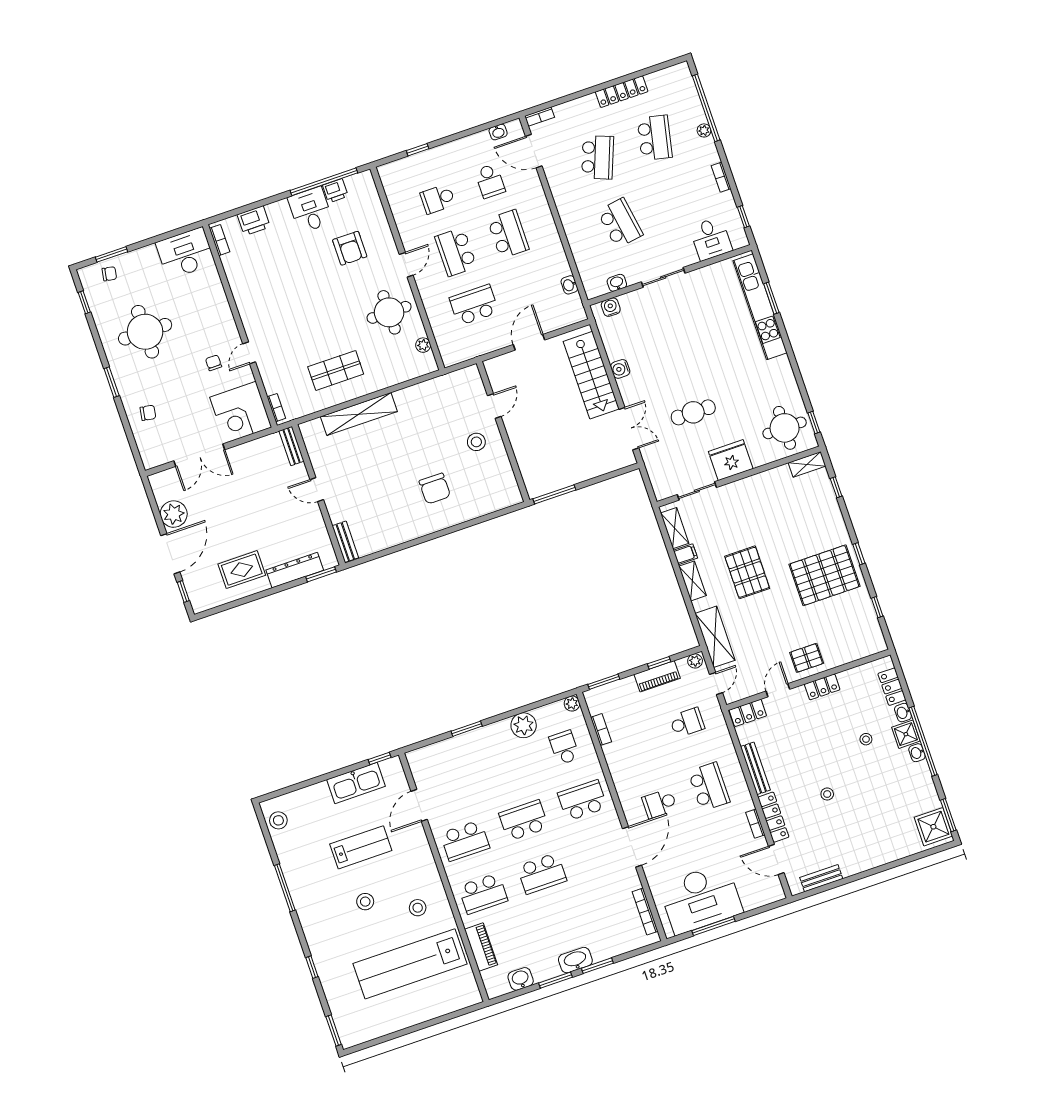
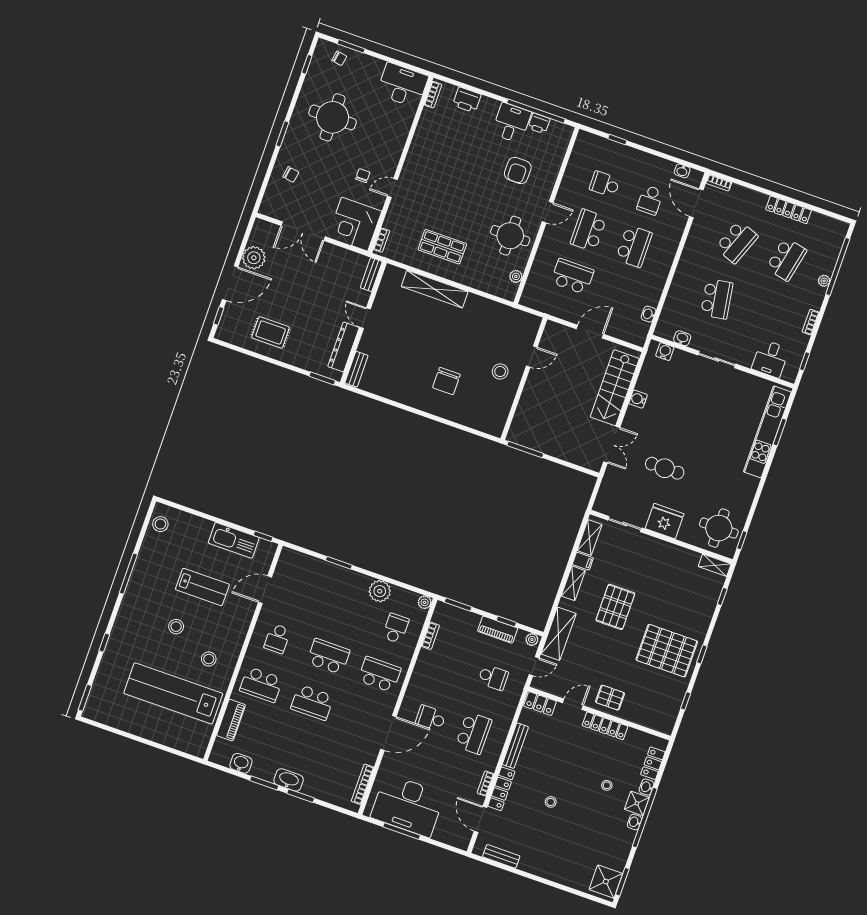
dresser: (295, 570) -> (343, 347), moved, turned -90
locker: (822, 687) -> (605, 726), width x1.53
school desk: (465, 841) -> (277, 639), width x0.54

